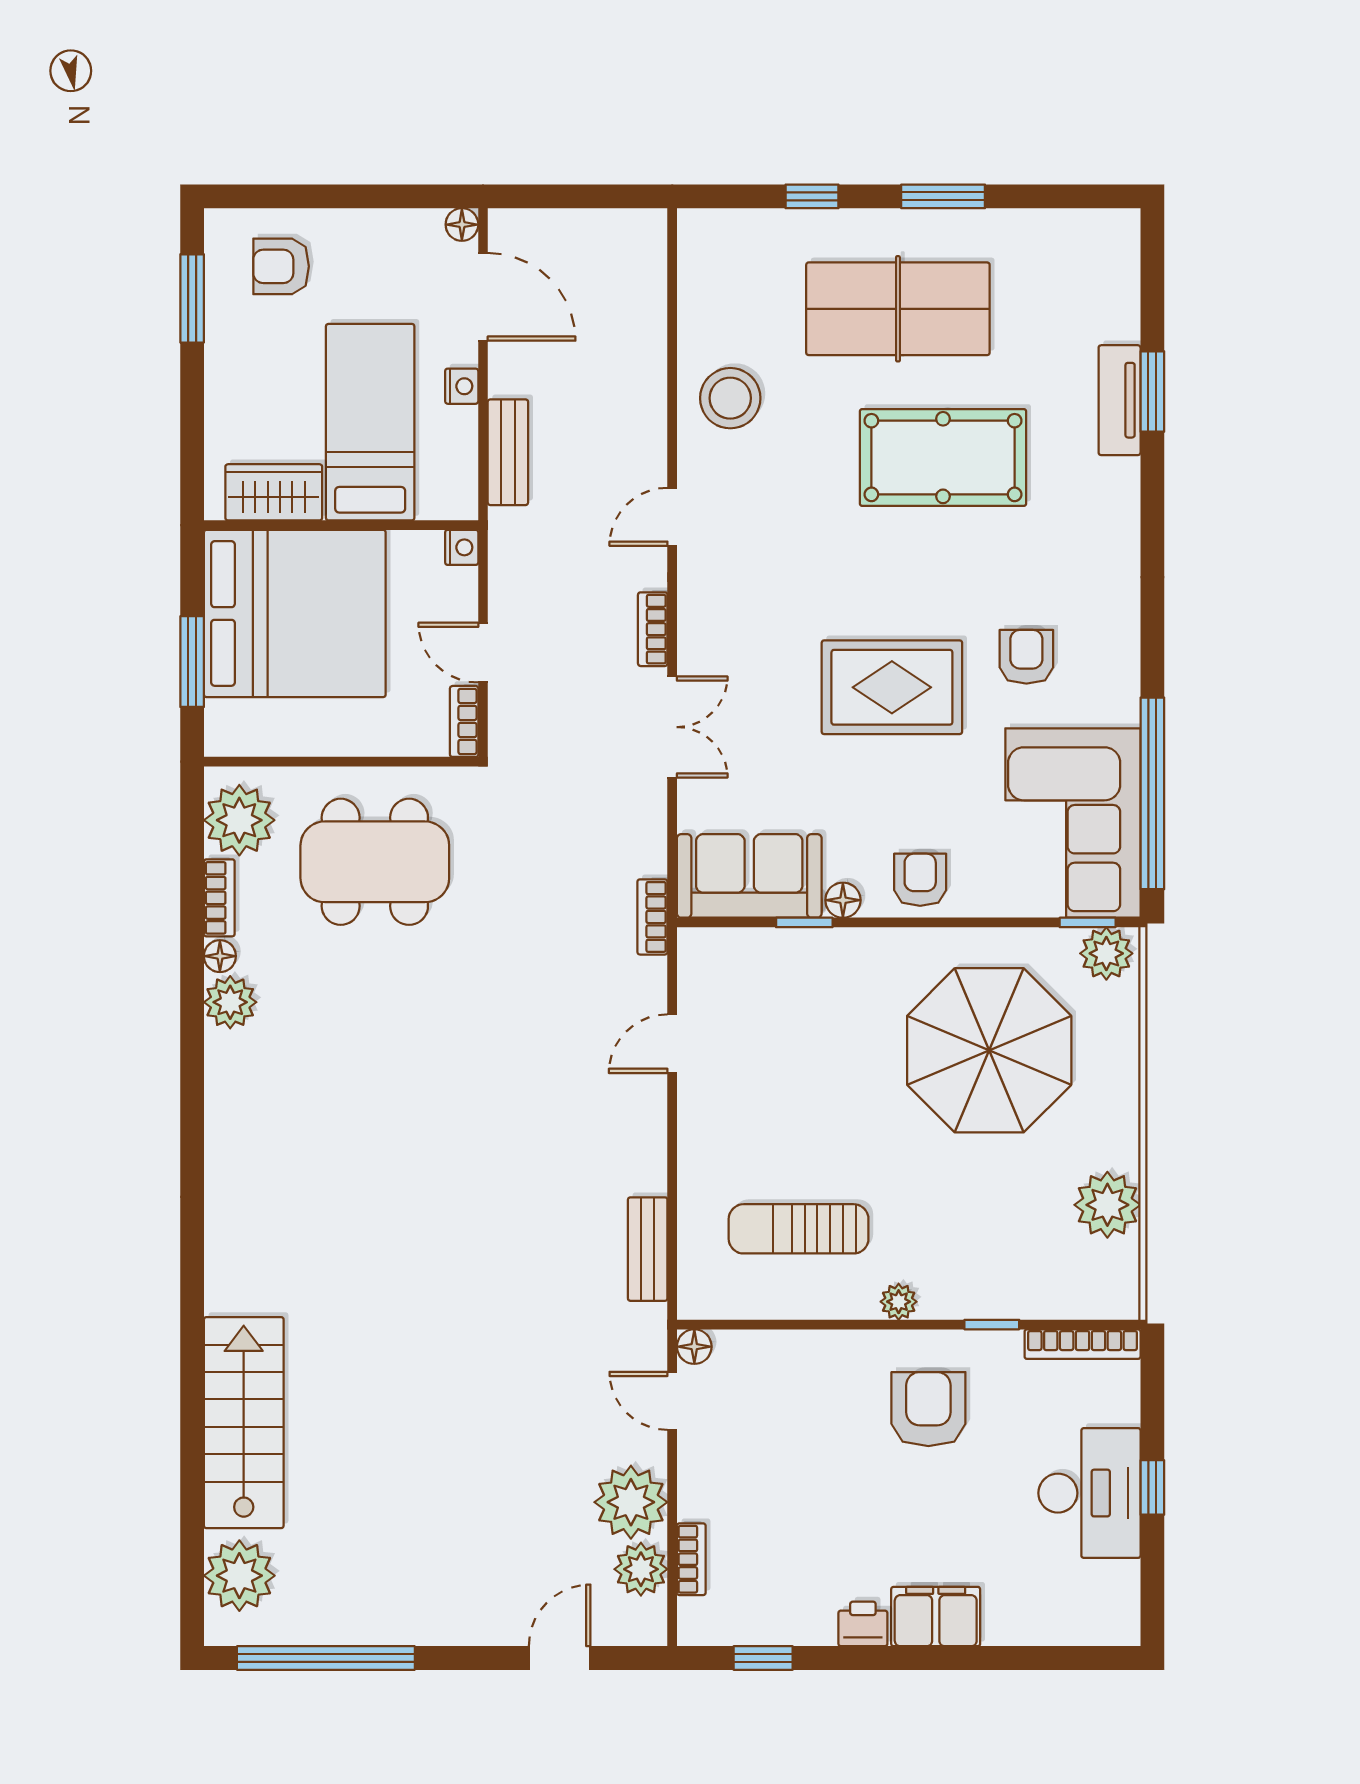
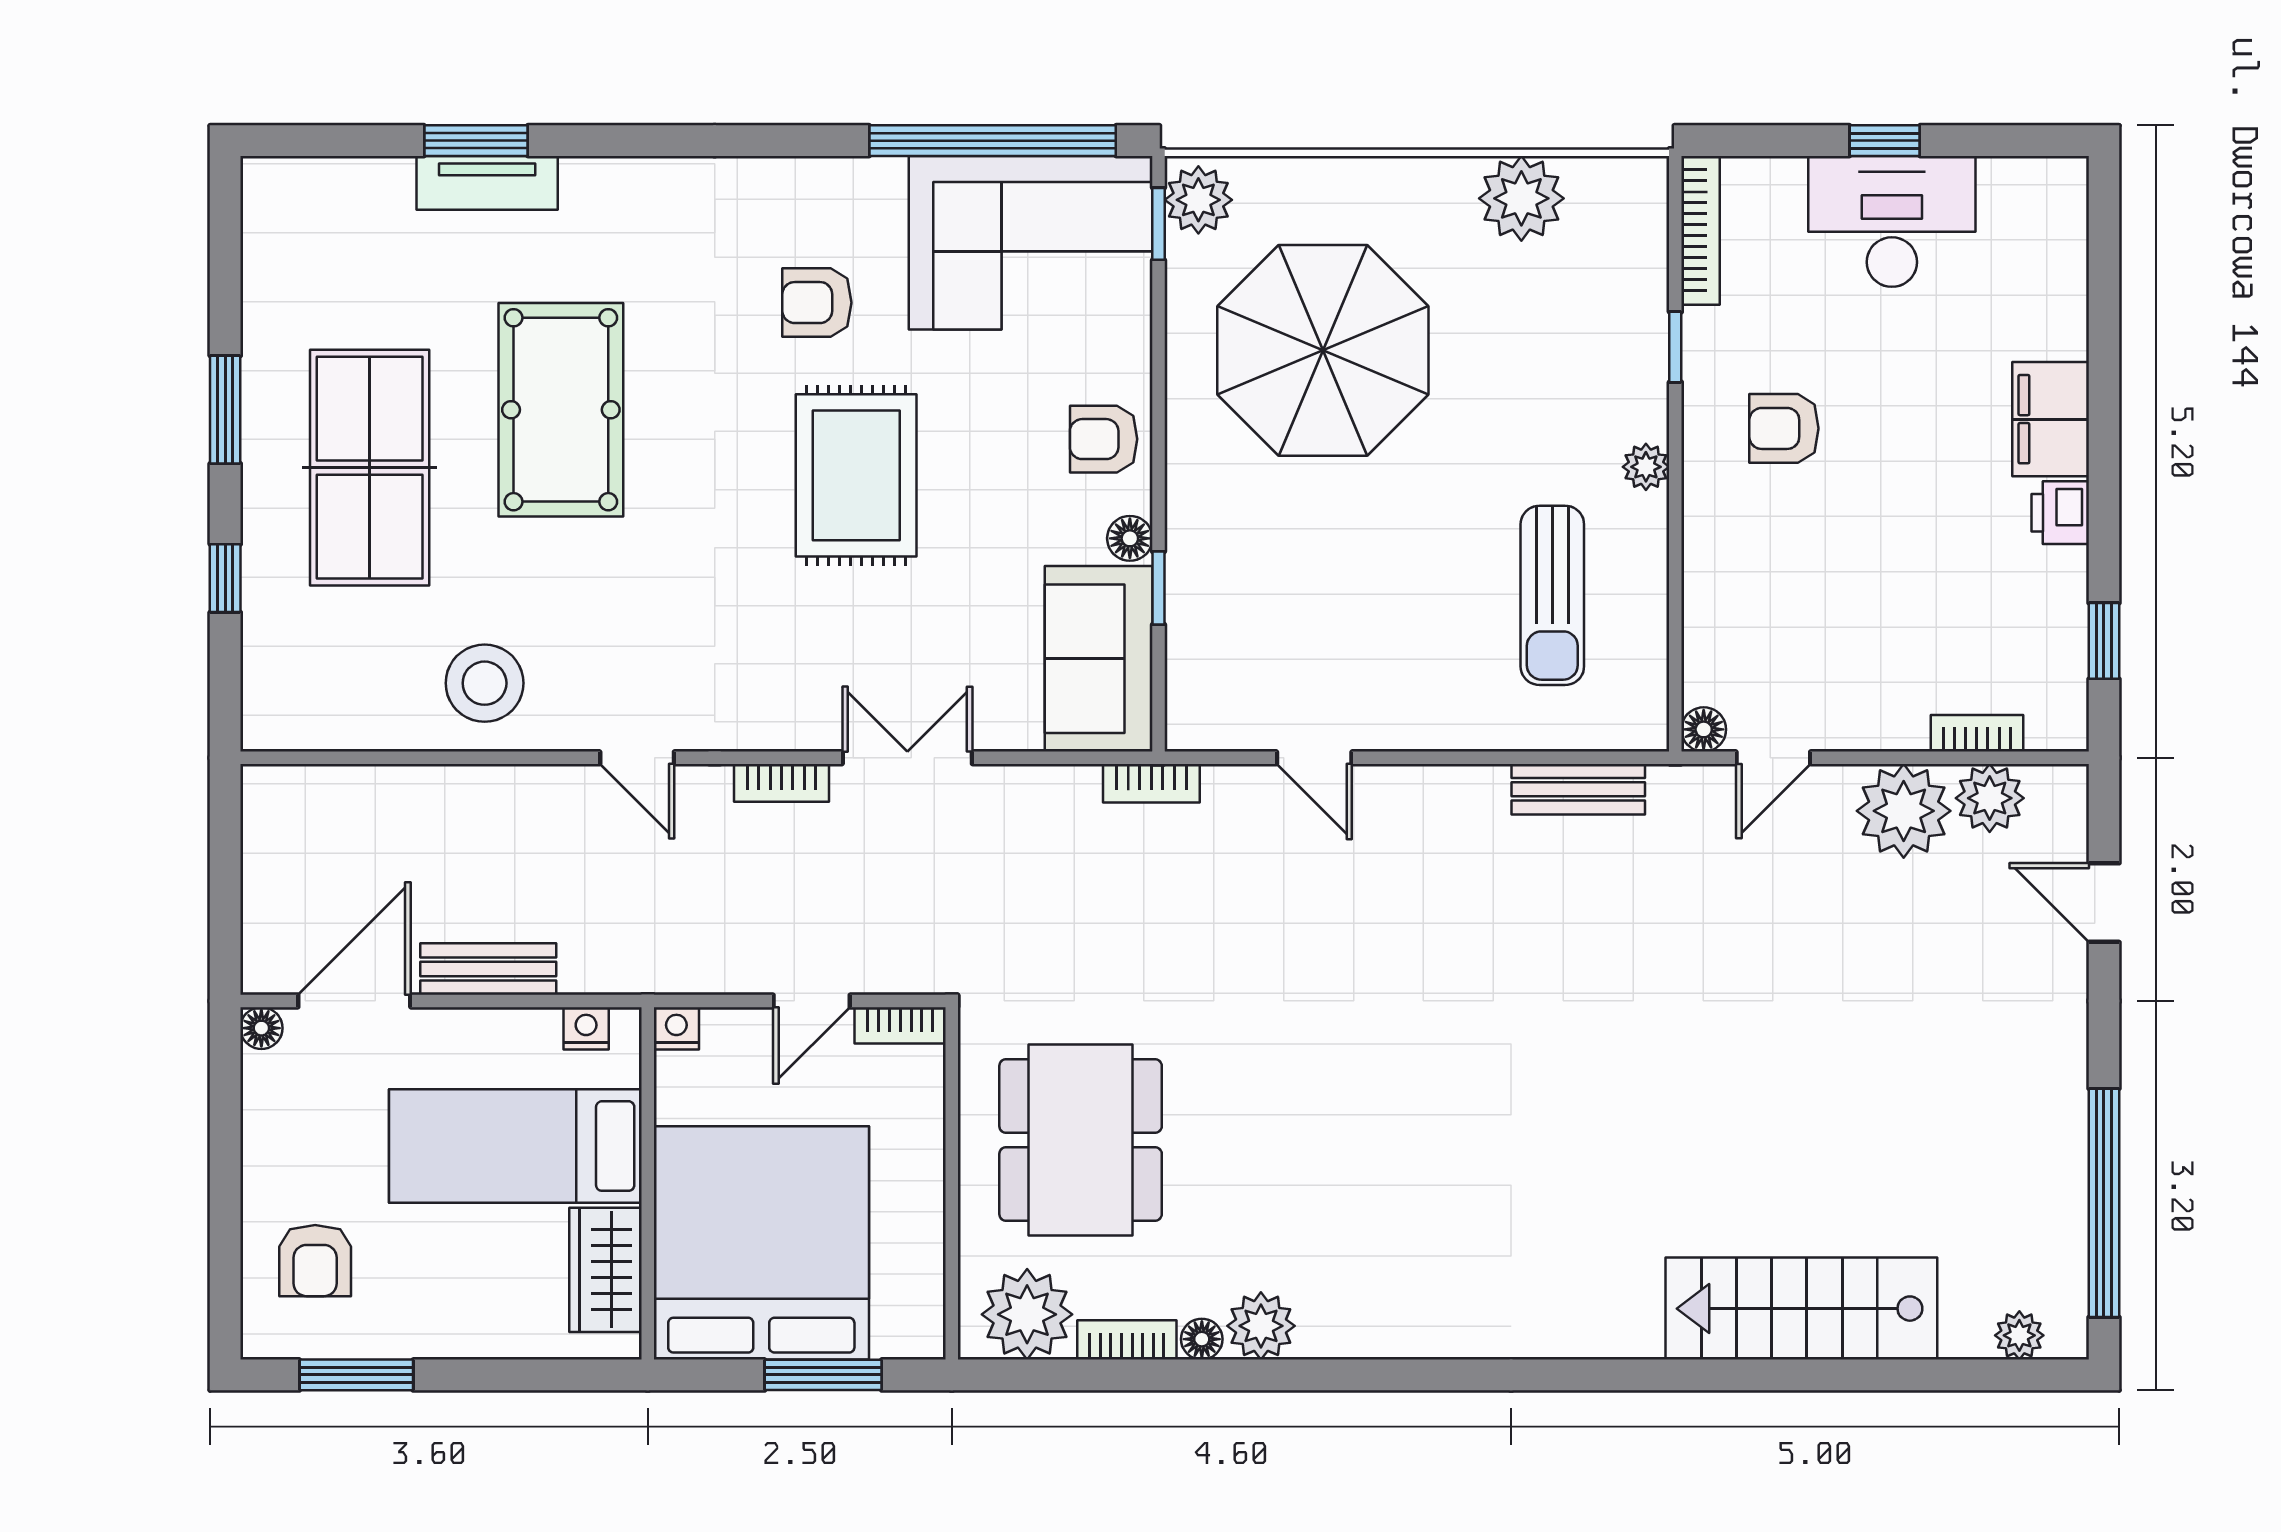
nightstand: (462, 386) -> (586, 1028), moved
bench: (508, 452) -> (488, 969), moved
armchair: (928, 1409) -> (1784, 428), width x0.72, depth x0.72
plant: (239, 1576) -> (2019, 1335), width x0.53, depth x0.53

